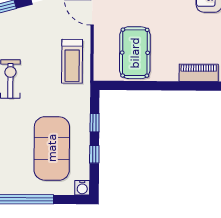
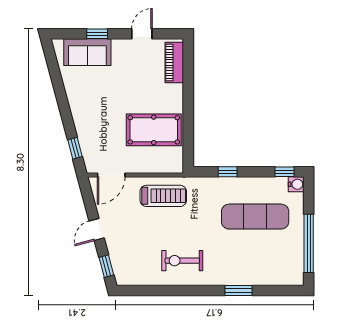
exercise mat: (52, 148) -> (255, 217), width x0.68
window: (94, 154) -> (285, 172), moved

